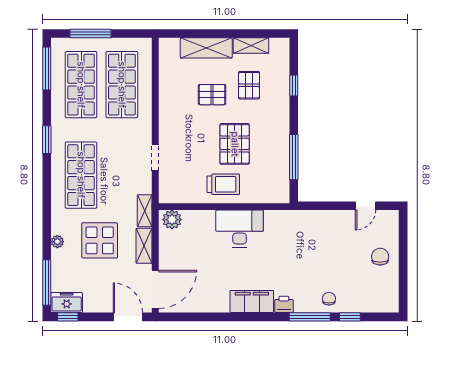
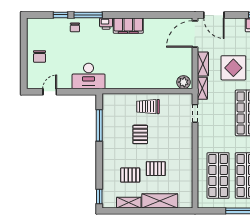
pallet: (249, 85) -> (130, 175), turned 90
window: (294, 86) -> (99, 196), moved
pallet: (235, 144) -> (140, 134), width x0.67, depth x0.71
doorway: (155, 157) -> (195, 113), moved
desk: (240, 229) -> (89, 76), moved

